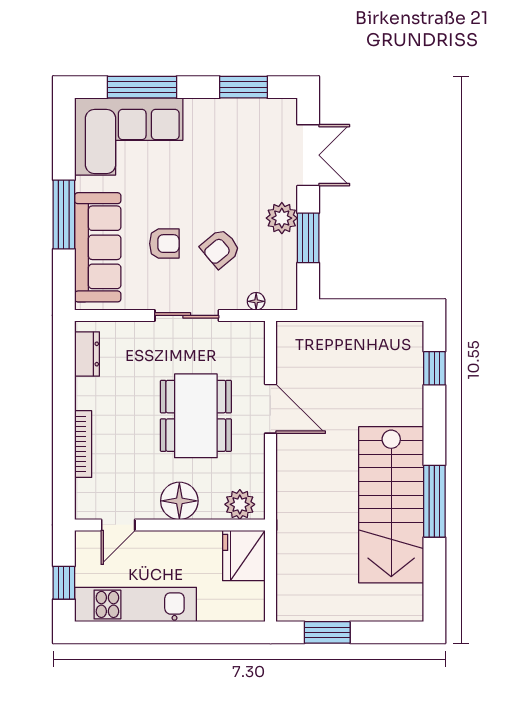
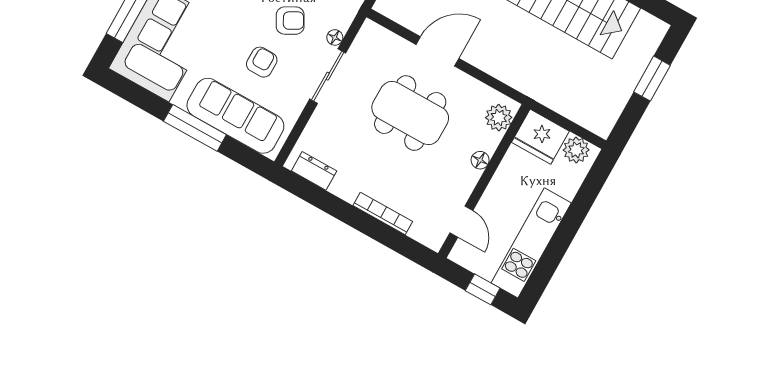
armchair: (220, 249) -> (290, 21), turned -79
floor lamp: (256, 301) -> (335, 37), moved
floor lamp: (179, 501) -> (480, 160), width x0.53, depth x0.53
plant: (251, 597) -> (576, 150), added
window: (327, 632) -> (652, 79), moved

